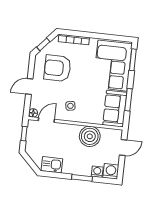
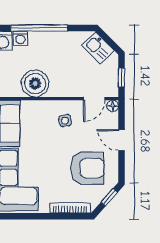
door: (29, 87) -> (122, 140), swing flipped
kitchen sink: (52, 165) -> (98, 48), moved, turned 45
window: (82, 178) -> (39, 28), width x2.11

